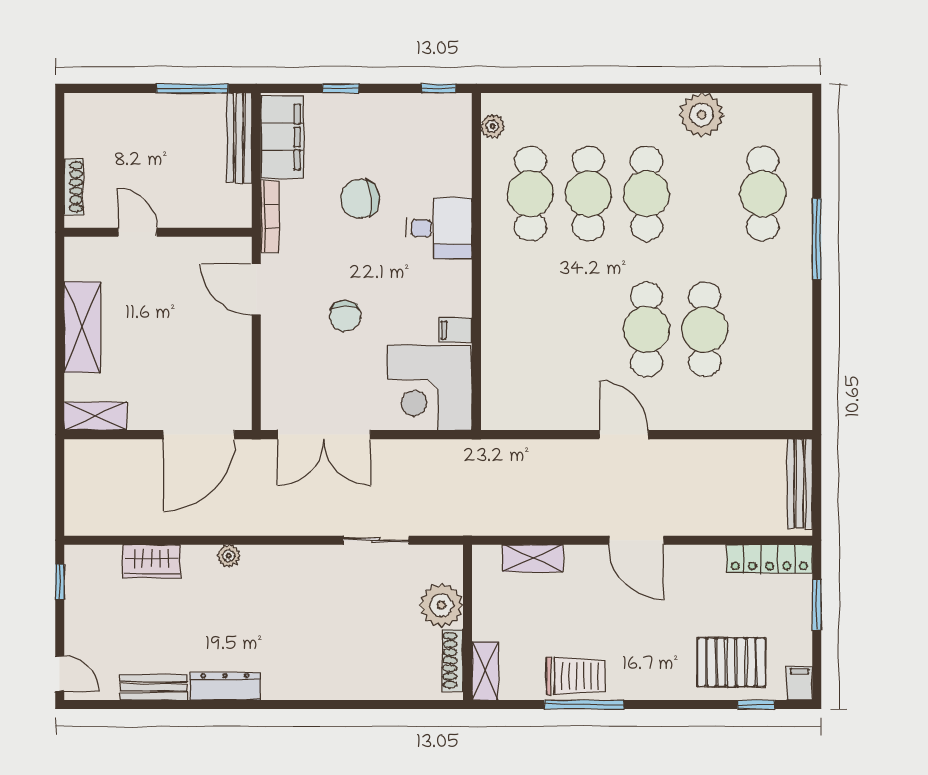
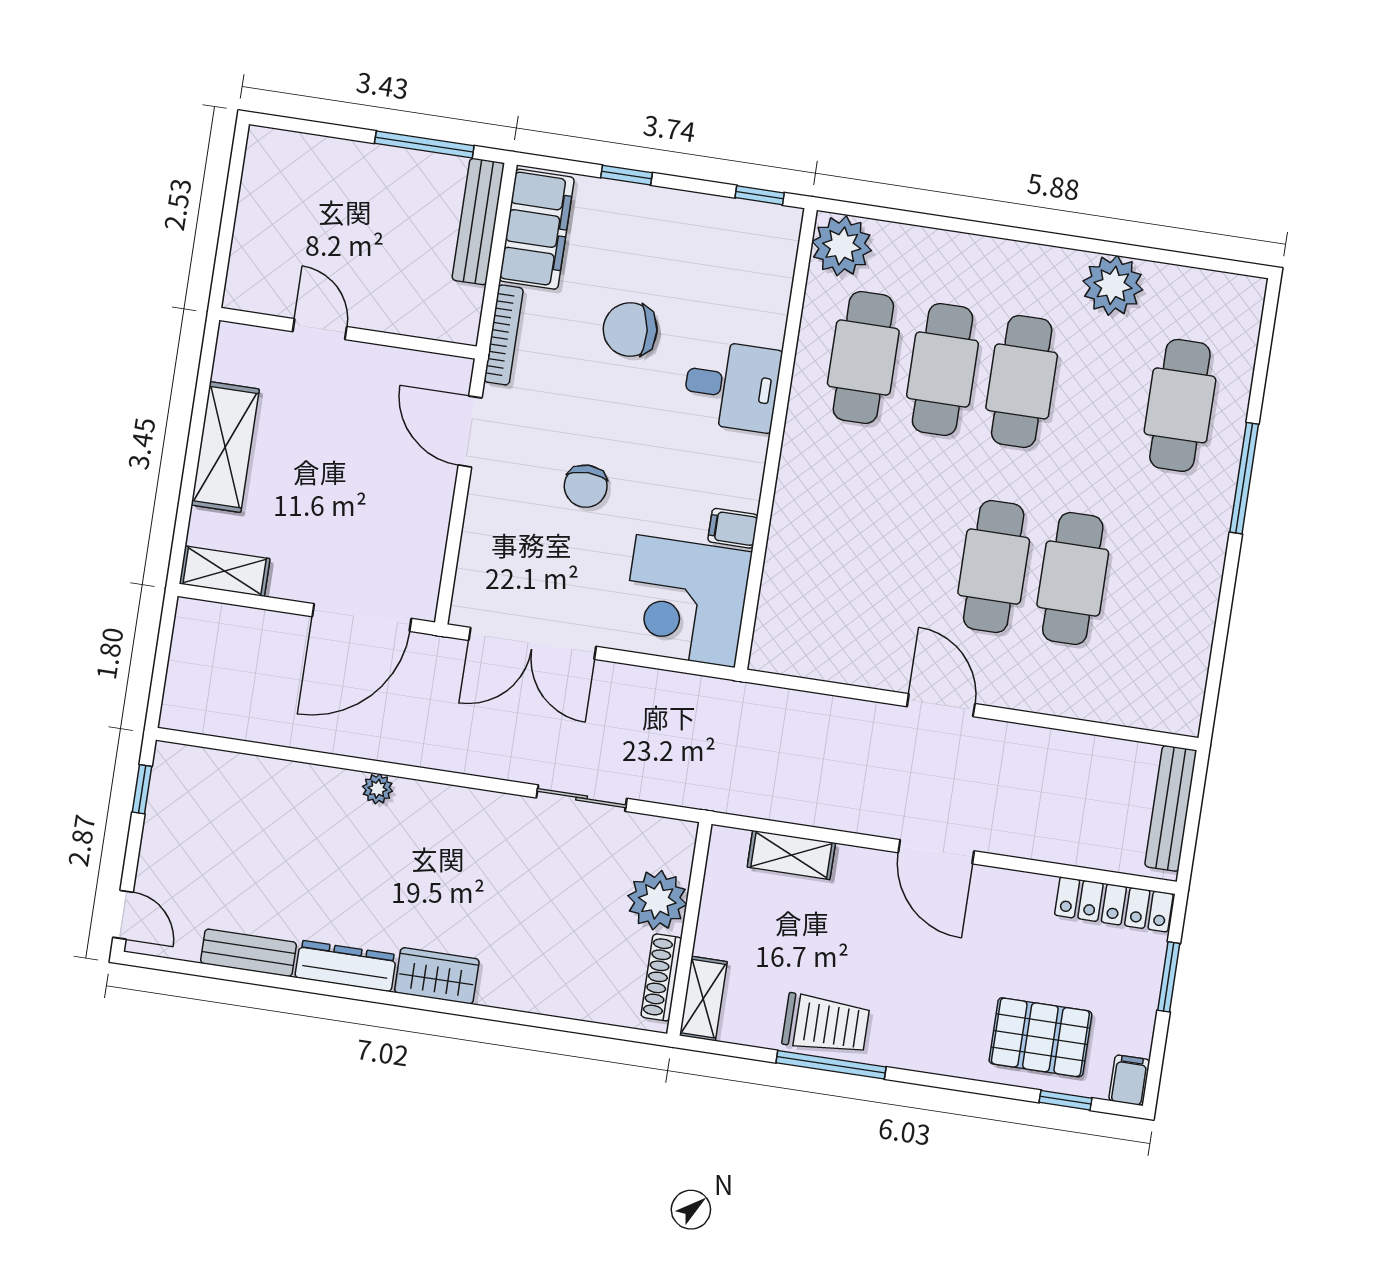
plant: (493, 126) -> (842, 246), width x1.88, depth x1.88
shoe rack: (74, 187) -> (242, 254), removed
wardrobe: (151, 561) -> (437, 976), moved, turned 180

